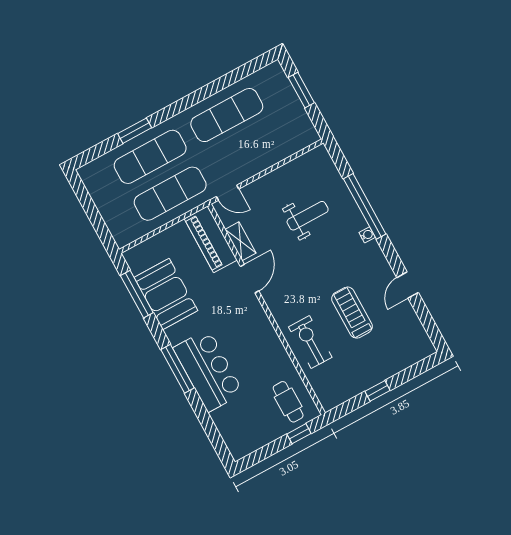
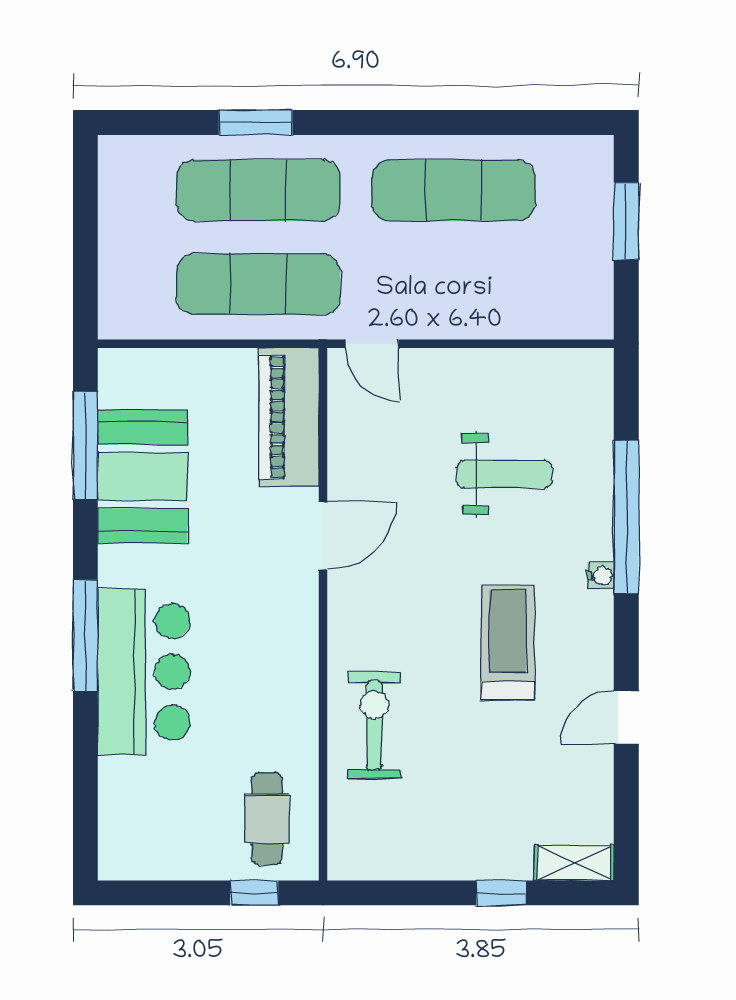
shelving: (240, 241) -> (574, 863), moved, turned 90
treadmill: (352, 313) -> (508, 643), moved
window: (378, 391) -> (501, 893), moved

